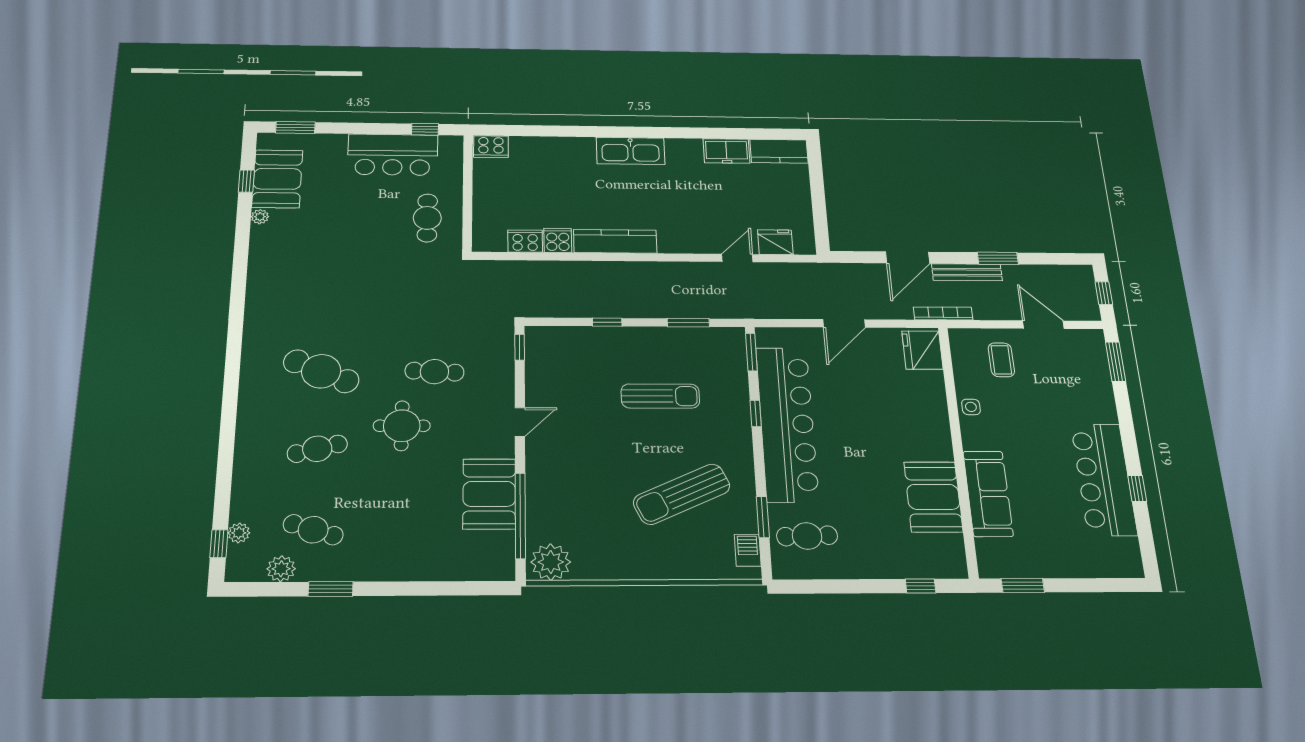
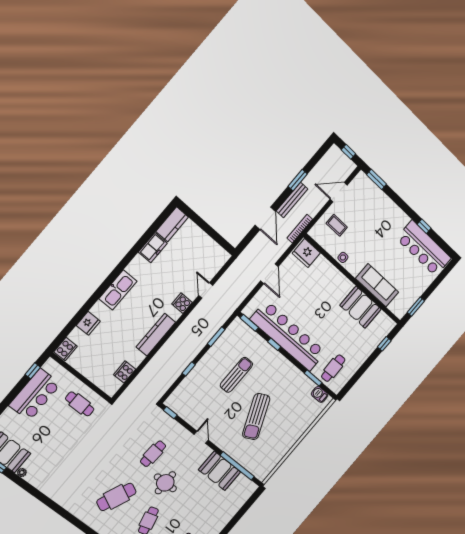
cooker: (558, 240) -> (182, 303), moved
fridge: (775, 242) -> (88, 323), moved, turned 180
bar counter: (1104, 479) -> (424, 248), moved
sun lounger: (682, 494) -> (256, 417), moved
plant: (551, 562) -> (263, 469), removed

